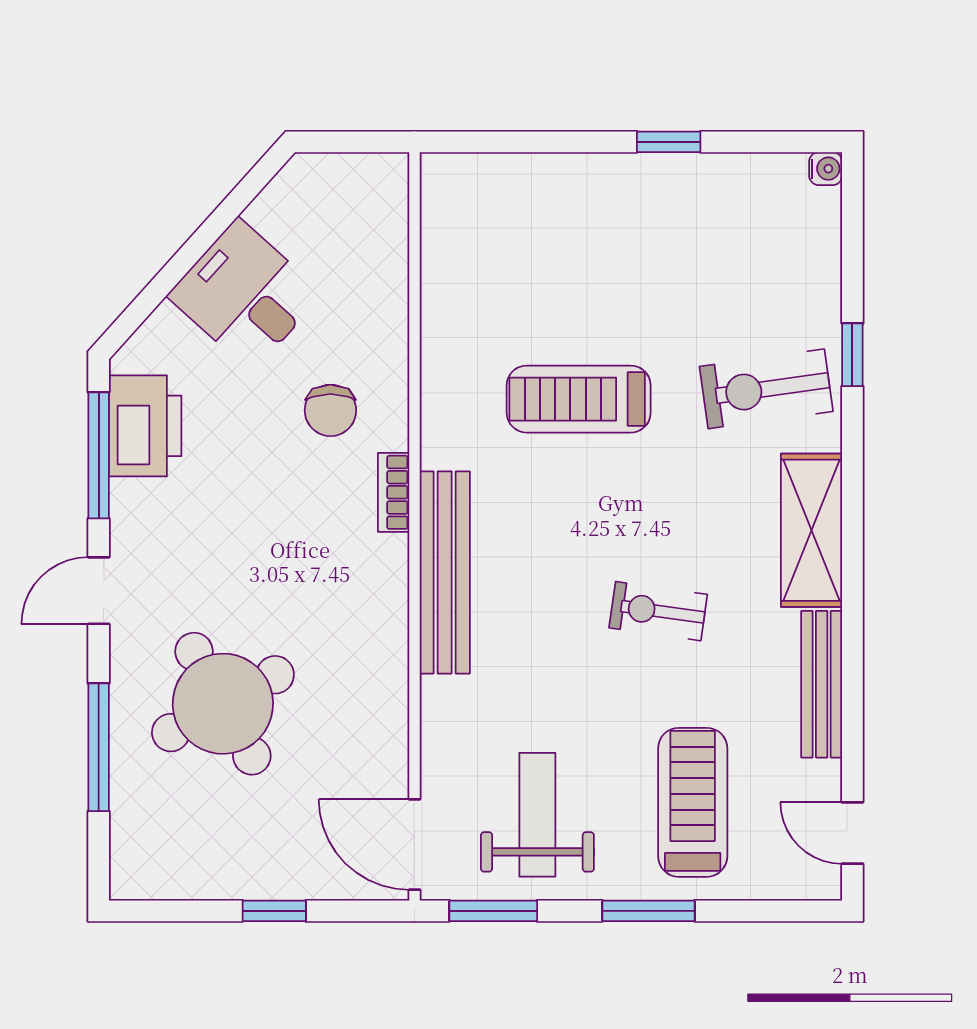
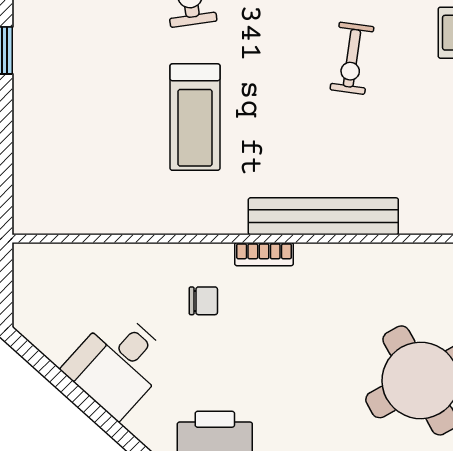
chair: (330, 410) -> (203, 301), width x0.73, depth x0.73

